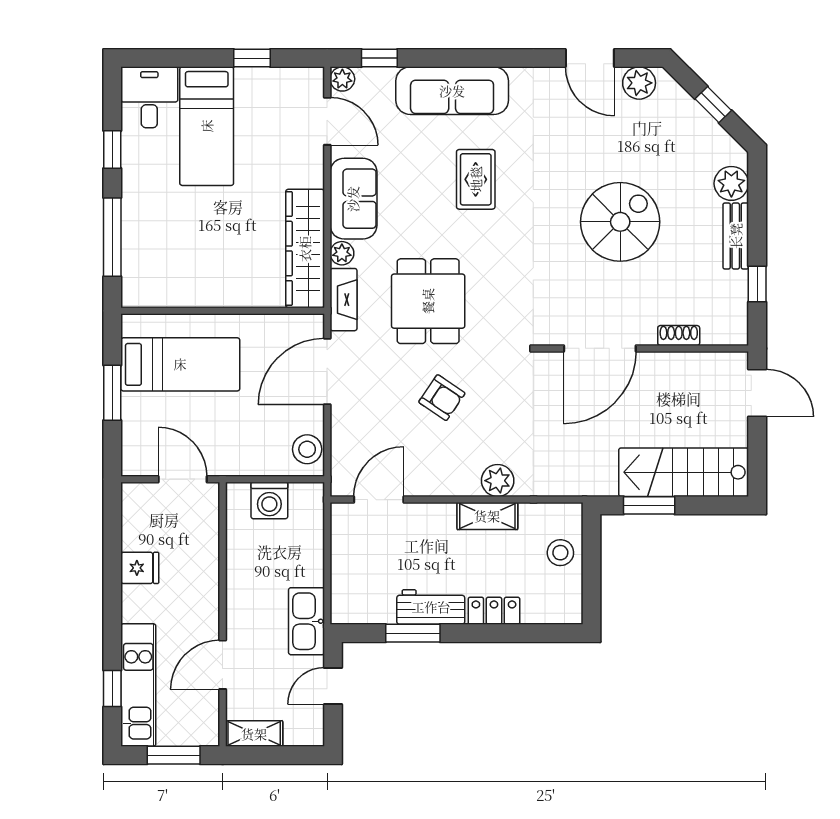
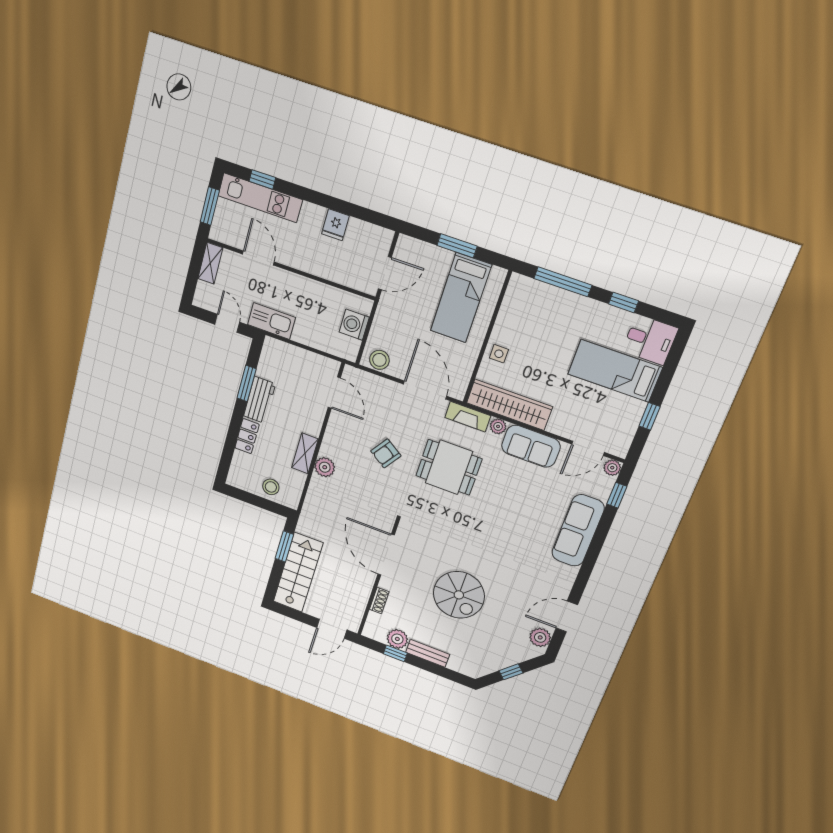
rug: (476, 179) -> (516, 523), removed
plant: (731, 183) -> (397, 639), moved
side table: (239, 287) -> (499, 354), added

